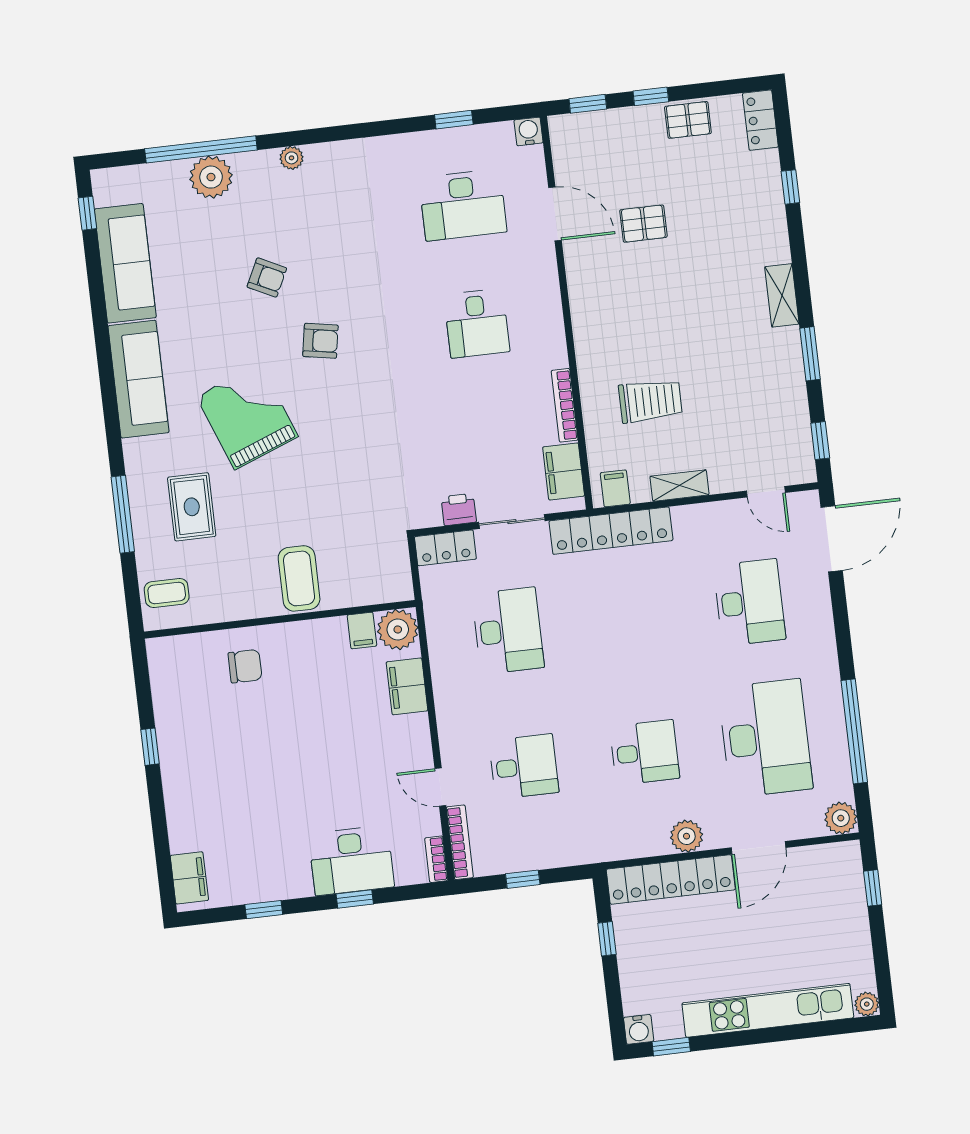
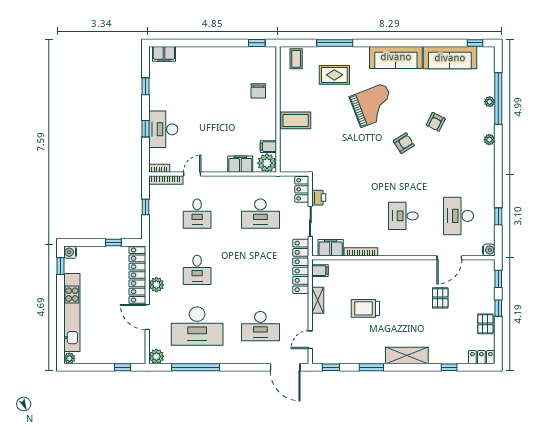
plant: (211, 177) -> (490, 102), width x0.53, depth x0.53
shelving: (782, 295) -> (407, 355), width x1.50, depth x1.33
armchair: (320, 341) -> (404, 143), turned -132
trolley: (650, 401) -> (365, 308), moved, turned 90
window: (150, 747) -> (257, 43), moved

